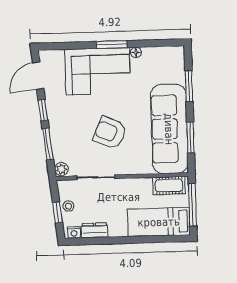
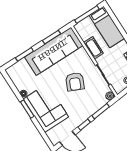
cot: (169, 186) -> (93, 48), moved

